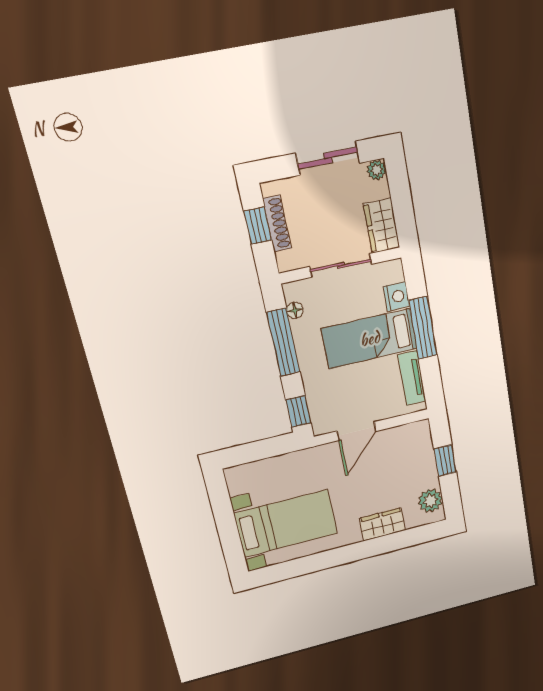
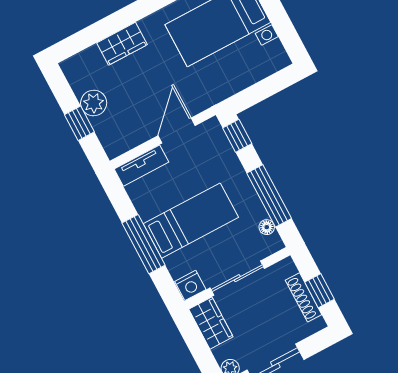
nightstand: (396, 296) -> (190, 285), moved, turned -90
tv unit: (412, 378) -> (141, 166), moved, turned 90
plant: (430, 501) -> (94, 103), moved

